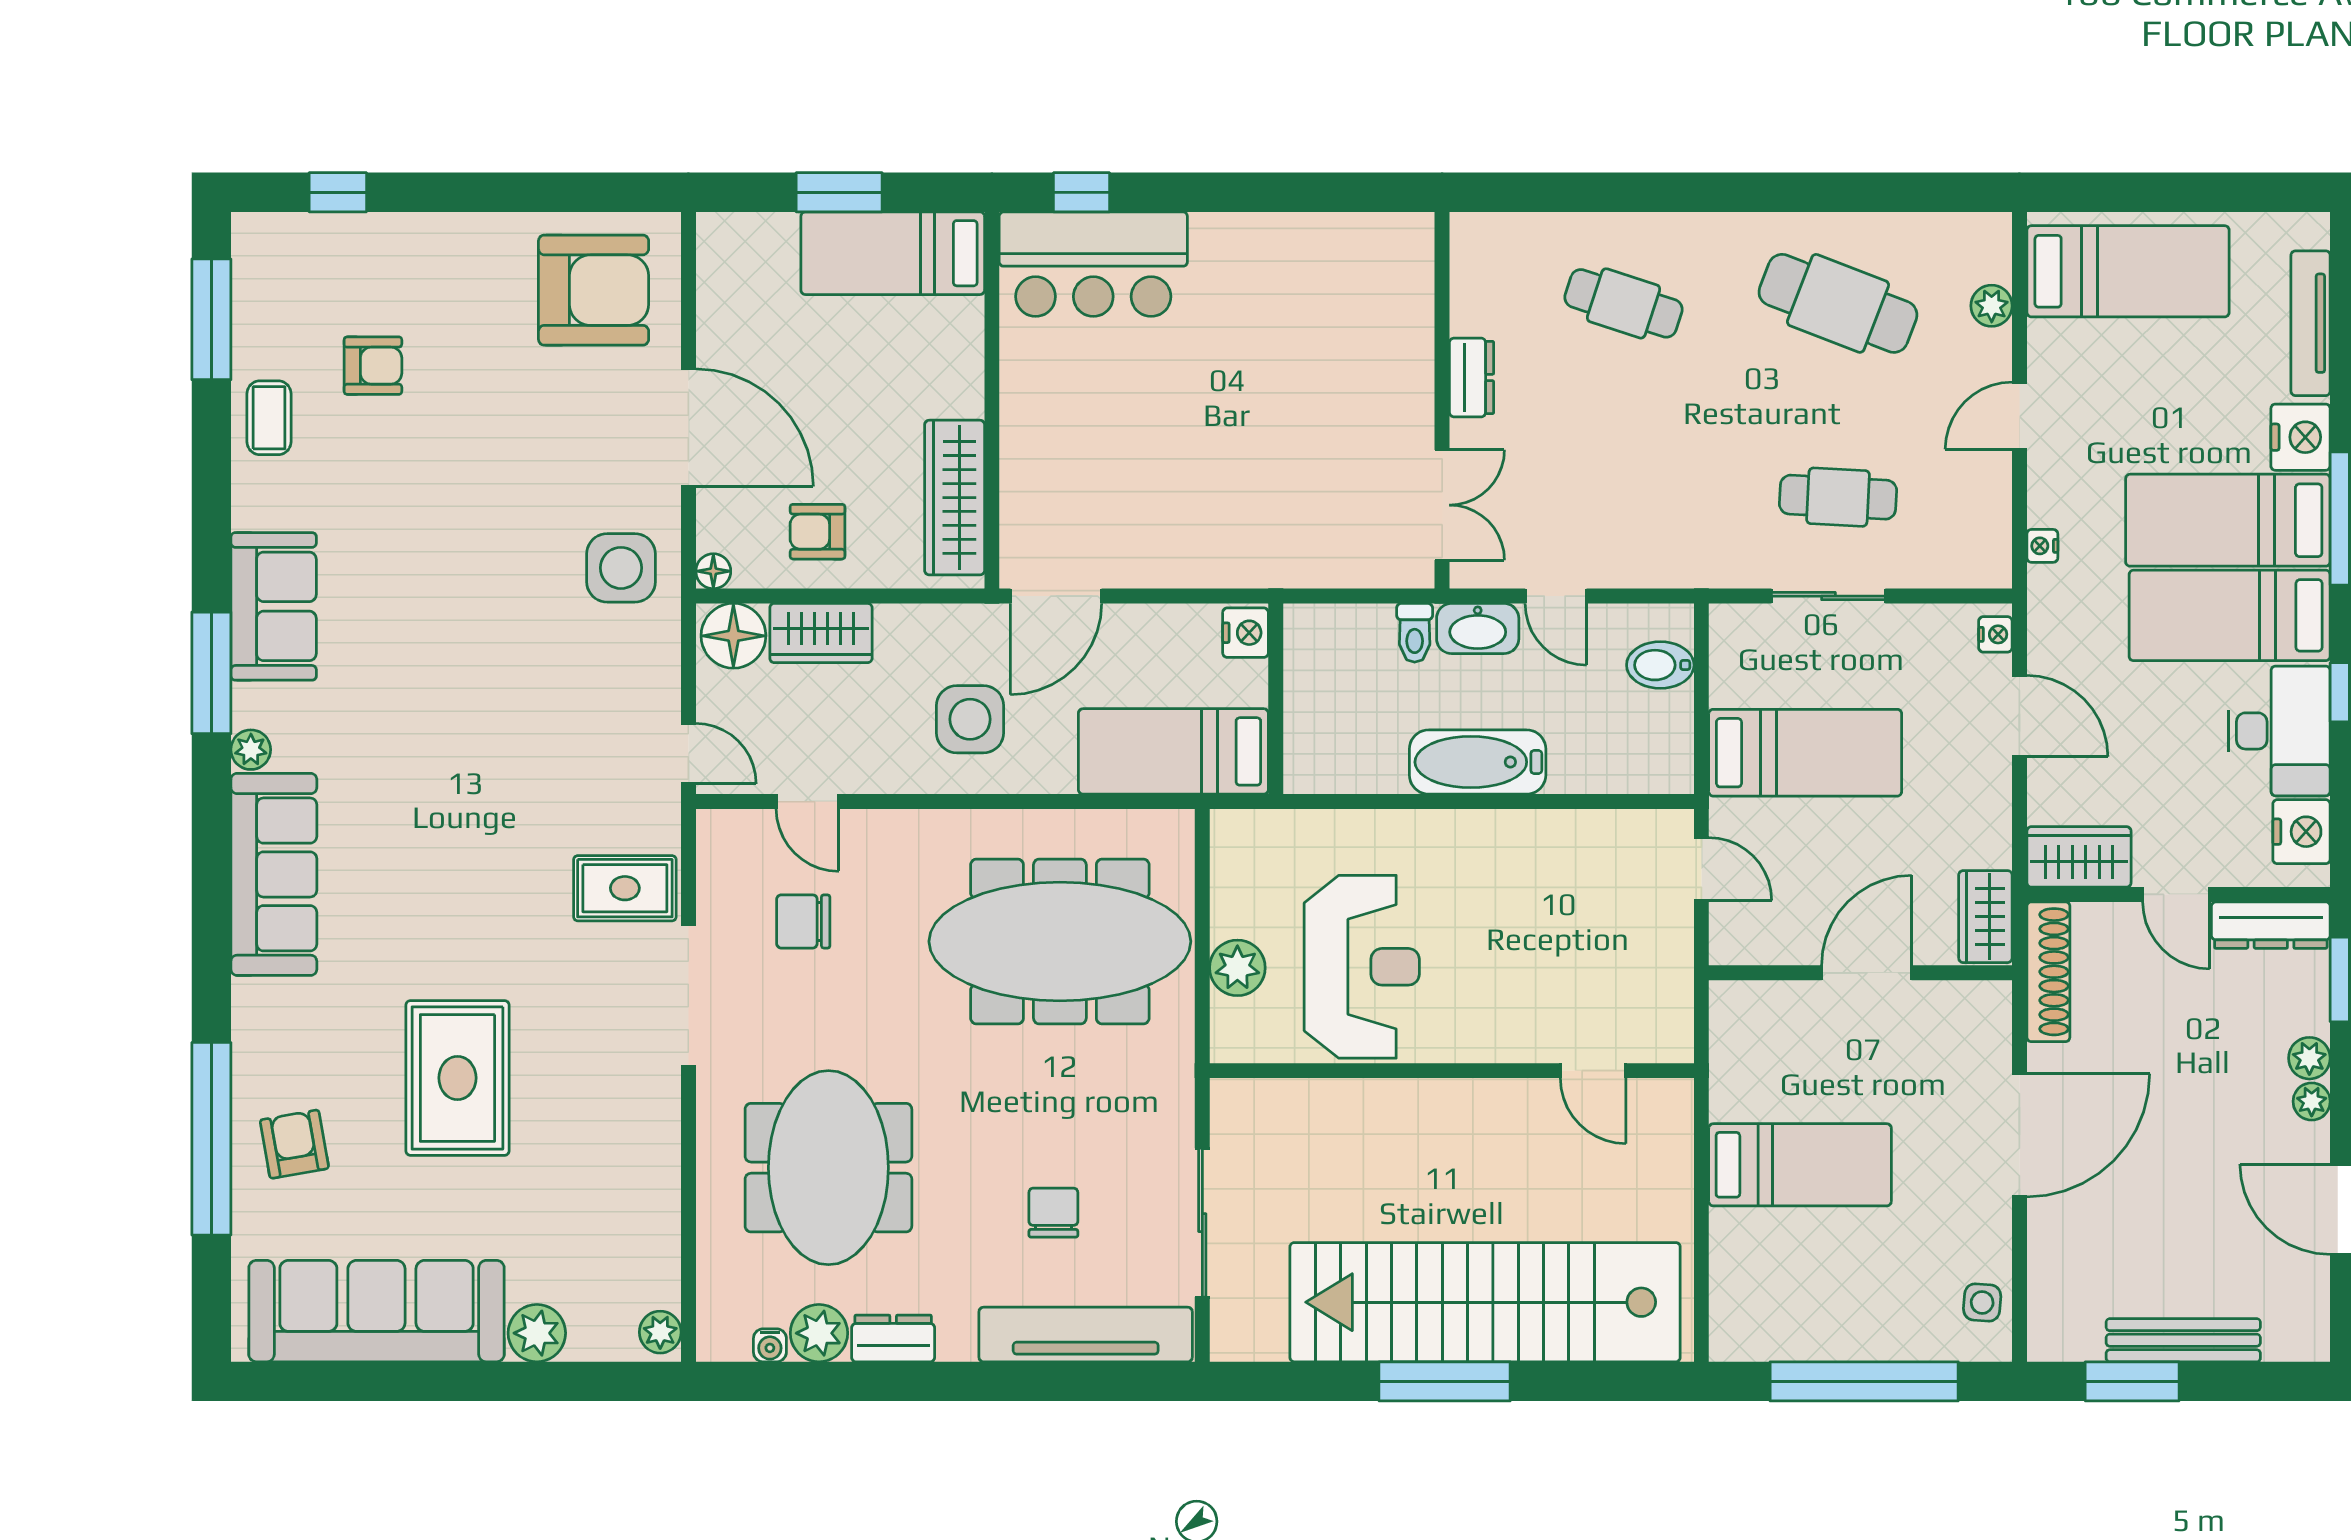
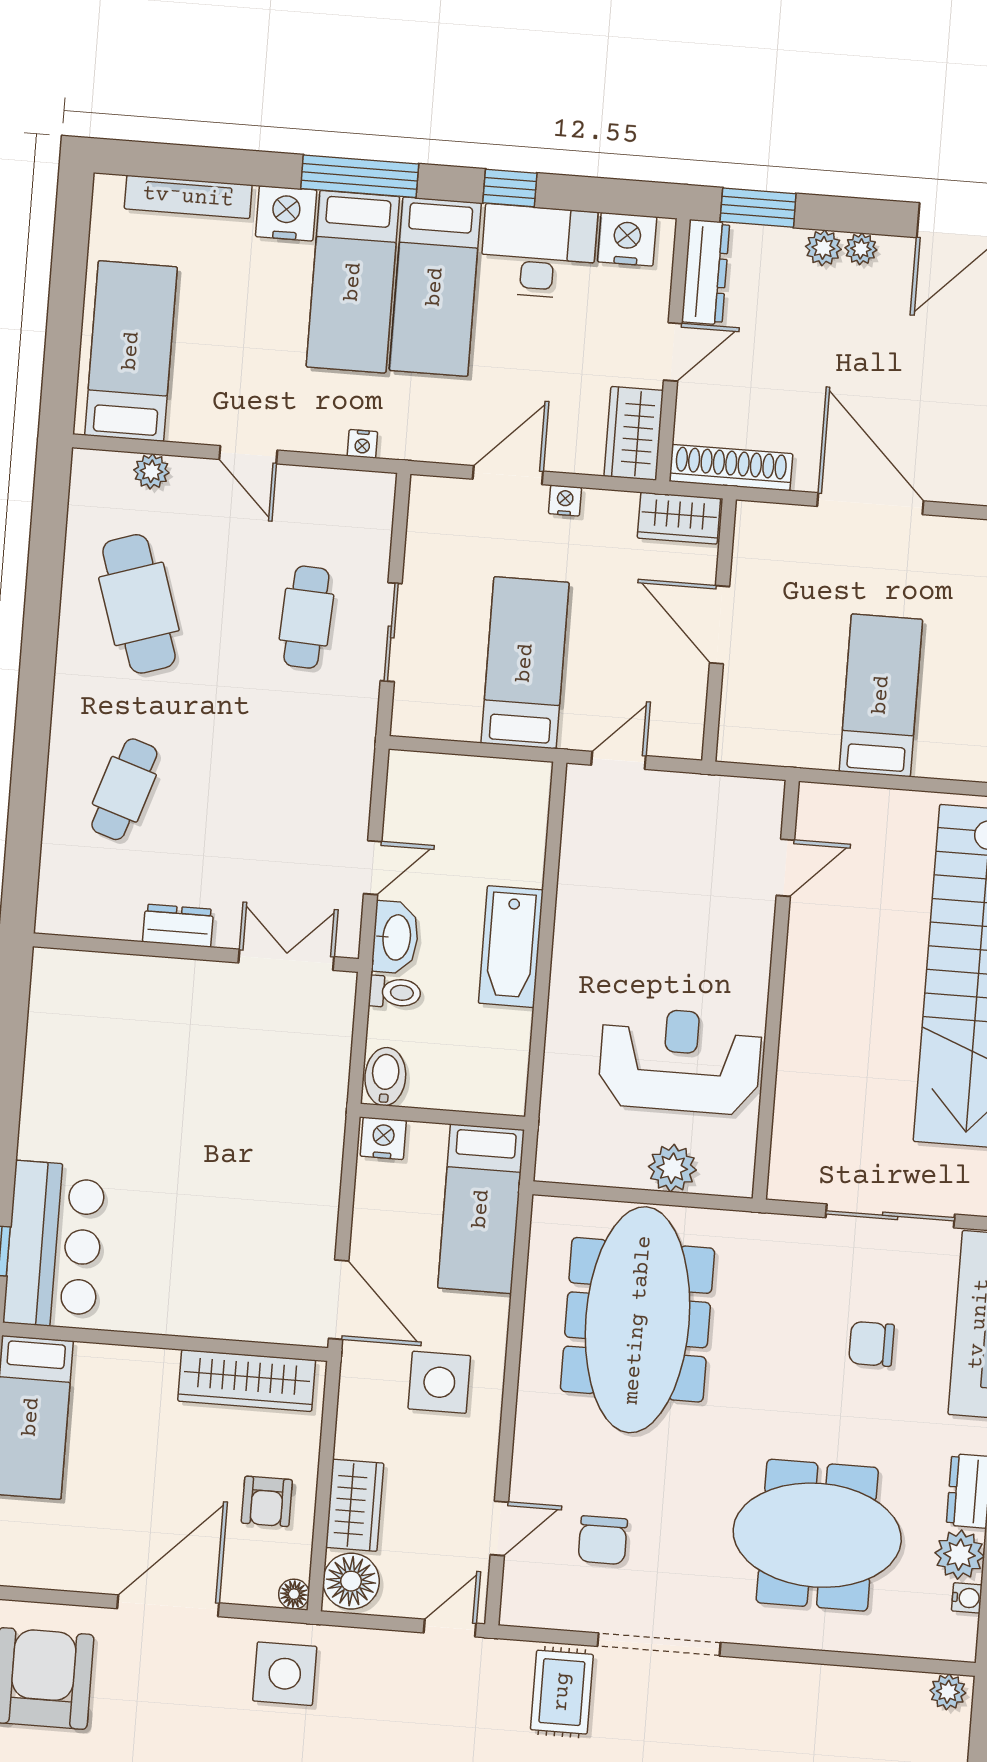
cafe table: (1838, 303) -> (139, 604), turned -39
nightstand: (1995, 634) -> (565, 501), moved
bidet: (1660, 665) -> (385, 1077), moved, turned 180

